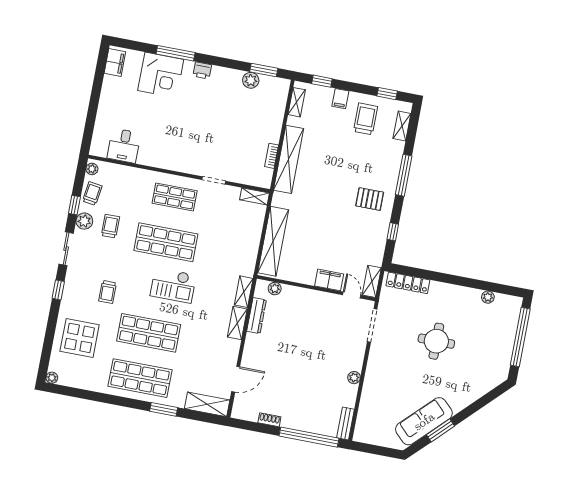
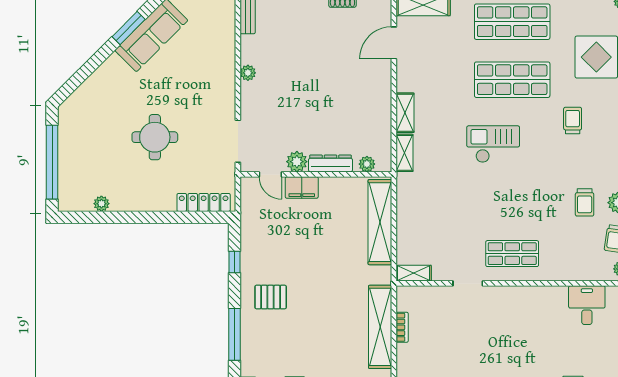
shop shelf: (166, 242) -> (512, 196), removed
shelving: (372, 281) -> (249, 196), removed
plant: (329, 301) -> (297, 162), added
dresser: (256, 316) -> (330, 164), moved, turned 90

